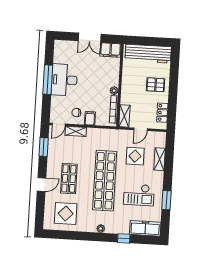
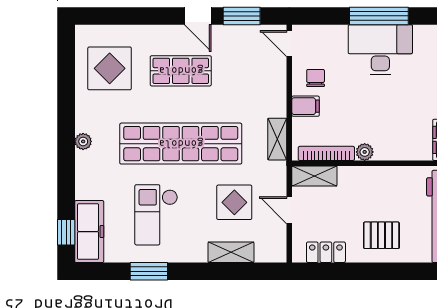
pallet: (156, 85) -> (381, 235), turned 90
shelving: (76, 131) -> (277, 139), moved
door: (41, 185) -> (198, 16), moved
window: (124, 238) -> (66, 232), moved

